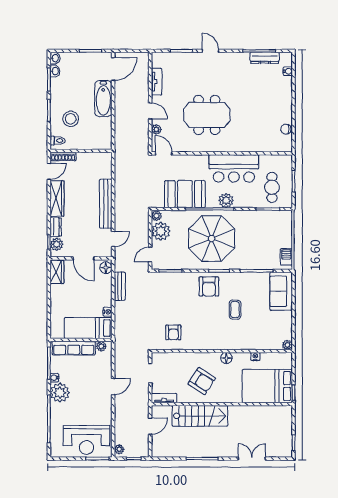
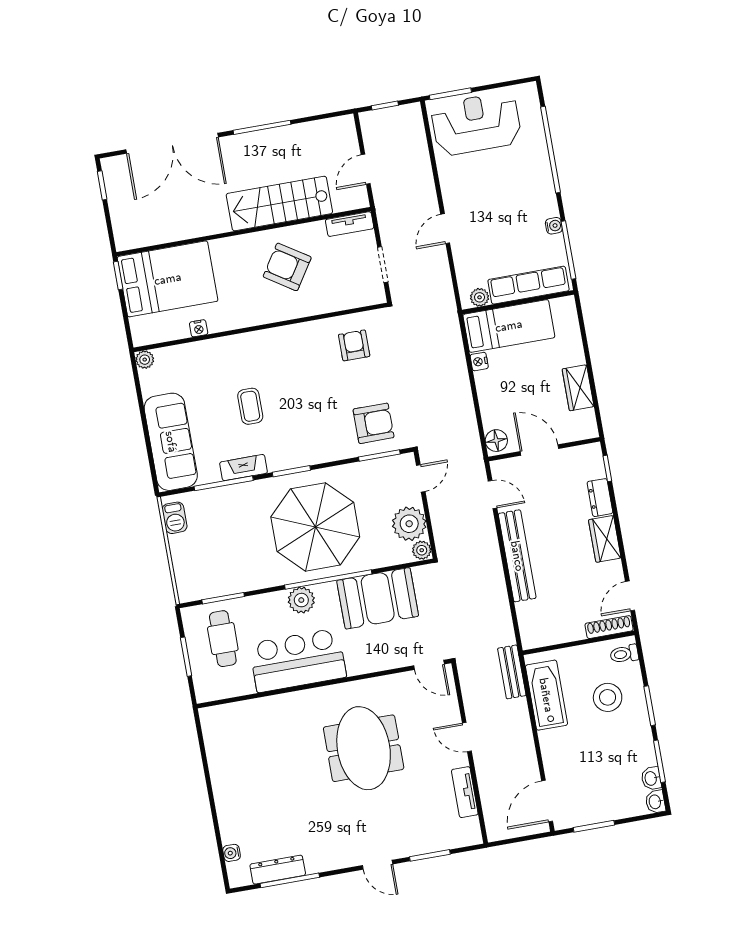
bathtub: (103, 99) -> (546, 695), moved
meeting table: (207, 115) -> (364, 748), turned 90
plant: (156, 129) -> (450, 706), removed
chair: (286, 129) -> (216, 748), removed
wardrobe: (57, 198) -> (605, 539), width x0.67
door: (113, 239) -> (493, 494), swing flipped
plant: (57, 244) -> (593, 467), removed
wardrobe: (57, 272) -> (578, 388), moved
fireplace: (244, 277) -> (244, 468), added
bench: (120, 286) -> (512, 672), moved
armchair: (209, 286) -> (374, 423), moved, turned 90
sofa: (281, 291) -> (171, 442), width x1.36
floor lamp: (226, 358) -> (250, 316), removed
plant: (60, 393) -> (539, 200), removed
plant: (119, 449) -> (414, 117), removed
double door: (252, 459) -> (172, 143), width x1.87

